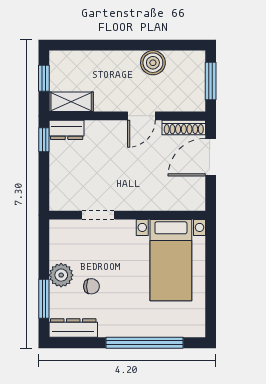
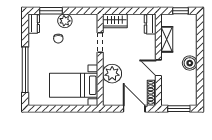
boiler: (153, 63) -> (190, 63), moved
shelving: (71, 102) -> (167, 39), moved
window: (44, 140) -> (144, 11), removed
wardrobe: (61, 190) -> (115, 21), added
plant: (151, 195) -> (112, 74), added
dresser: (73, 328) -> (34, 24), width x0.70

